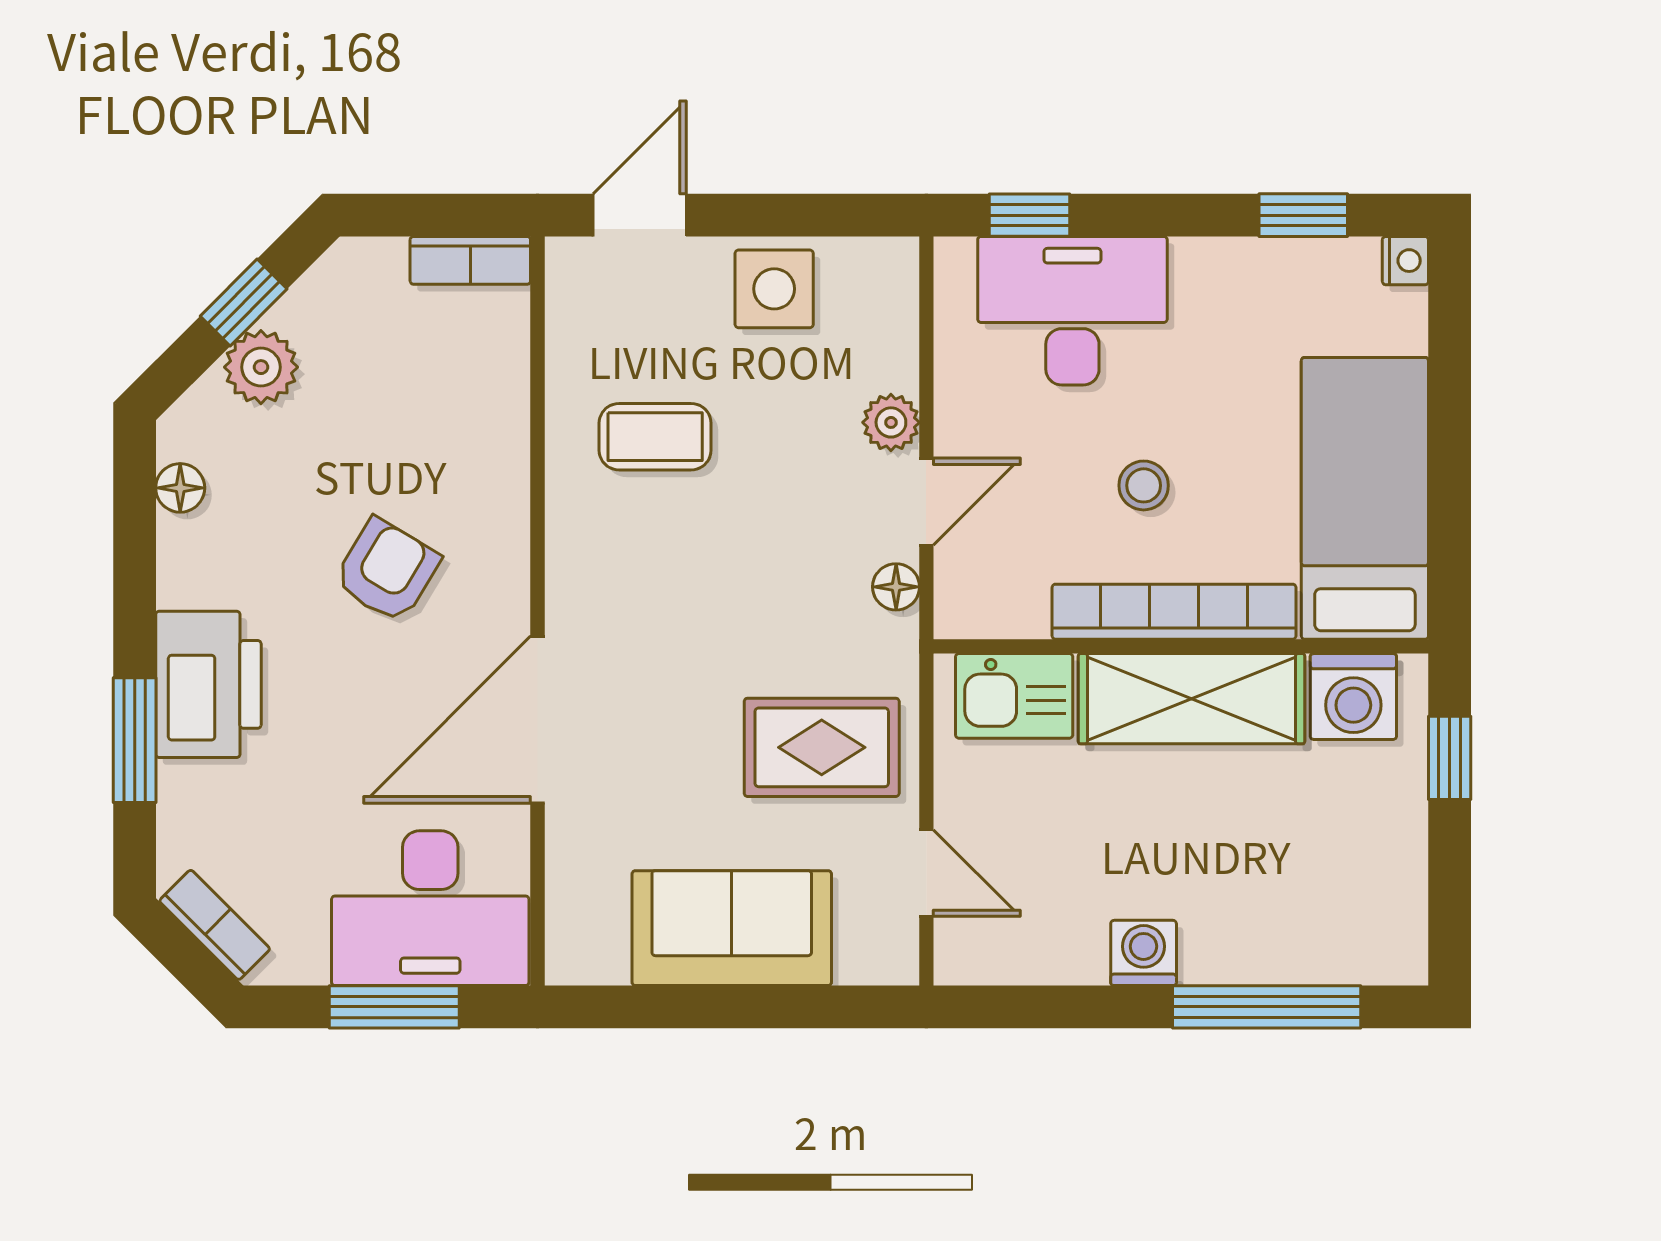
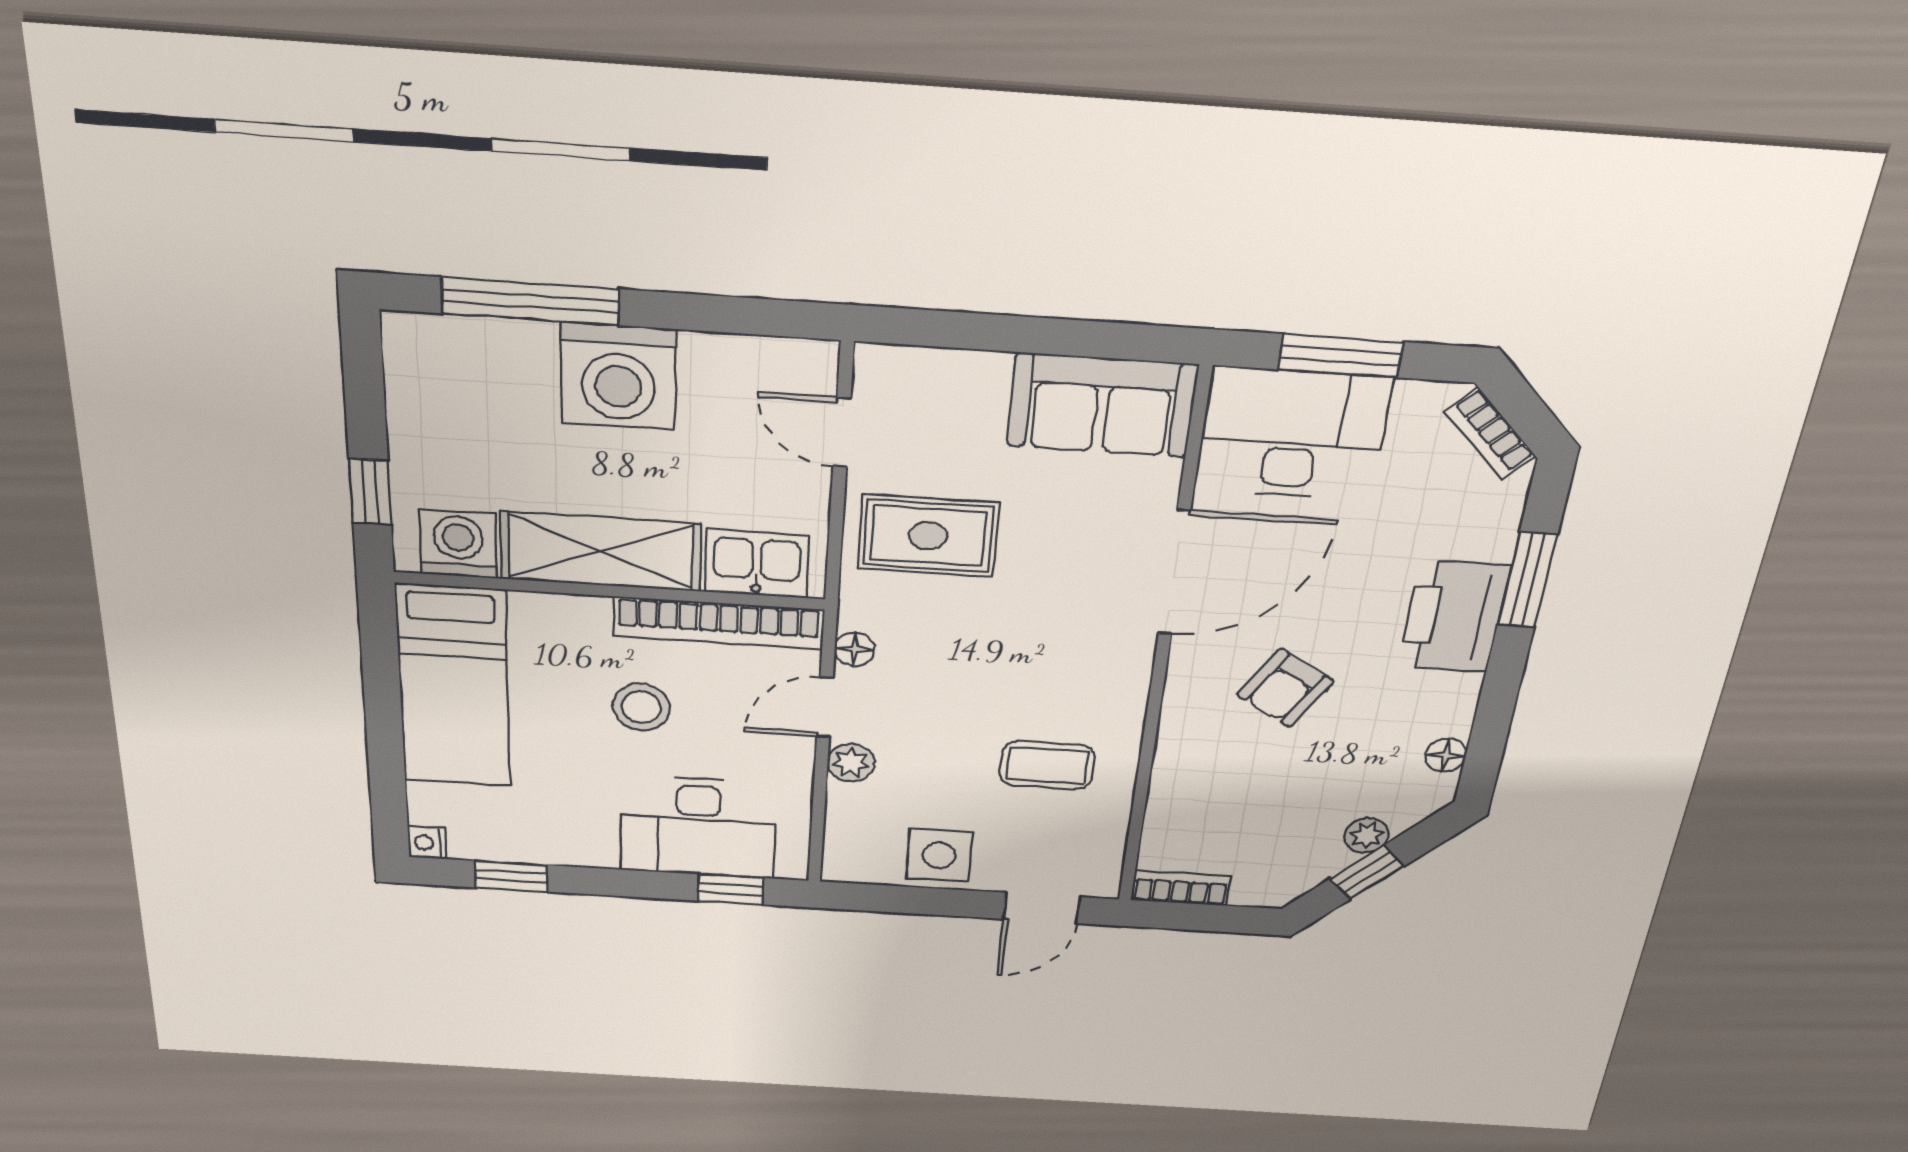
plant: (261, 367) -> (1367, 836), width x0.73, depth x0.73
stool: (1144, 485) -> (641, 707), width x1.37, depth x1.37
bookcase: (1174, 612) -> (719, 623), moved
sofa: (732, 928) -> (1102, 405), moved
washing machine: (1144, 953) -> (618, 376), width x1.89, depth x1.89

